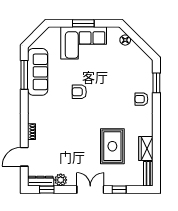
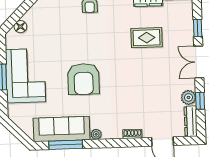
armchair: (79, 92) -> (84, 79), width x1.88, depth x1.88
plant: (32, 101) -> (96, 134), added
rug: (112, 146) -> (147, 38), width x0.73, depth x0.70
window: (47, 190) -> (200, 101), moved

